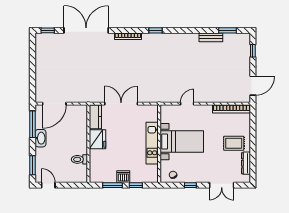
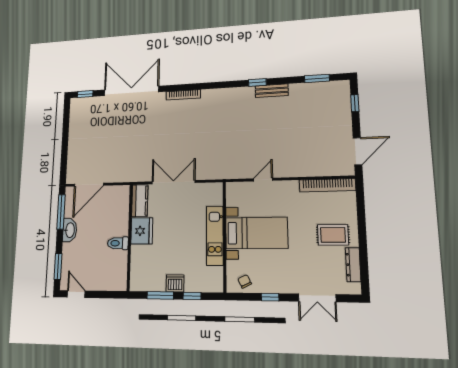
window: (155, 30) -> (257, 82), moved
bench: (211, 37) -> (272, 91), moved
toilet: (79, 159) -> (118, 243), moved

